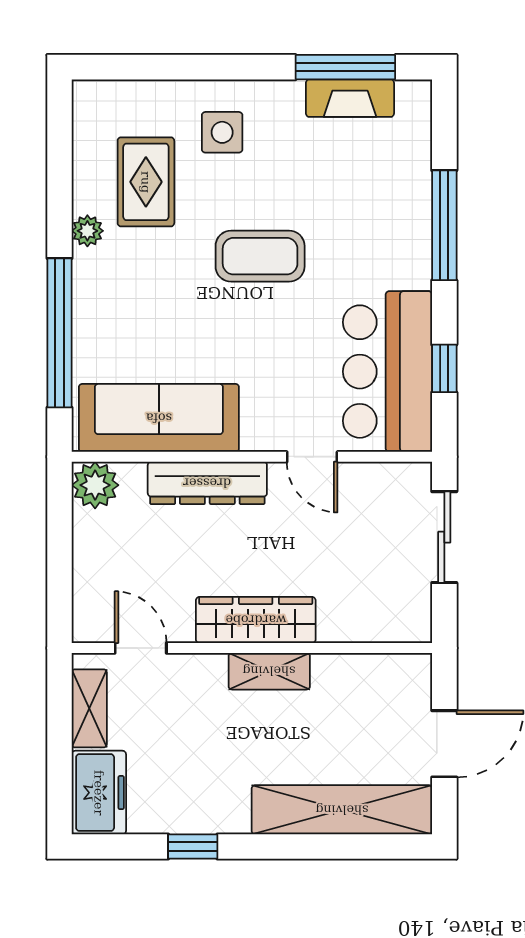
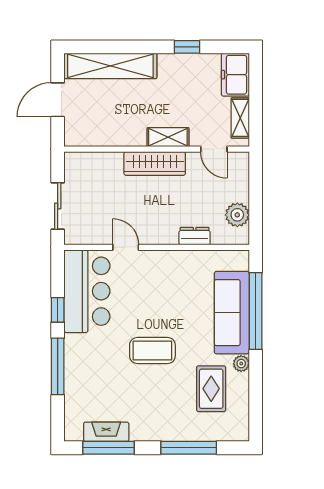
window: (190, 67) -> (189, 448), added
side table: (222, 132) -> (172, 414), removed
window: (444, 368) -> (58, 310), moved
sofa: (159, 418) -> (232, 313), moved, turned 90
dresser: (207, 483) -> (195, 236), width x0.51, depth x0.80
plant: (95, 485) -> (237, 215), moved
shelving: (269, 671) -> (168, 137), moved

